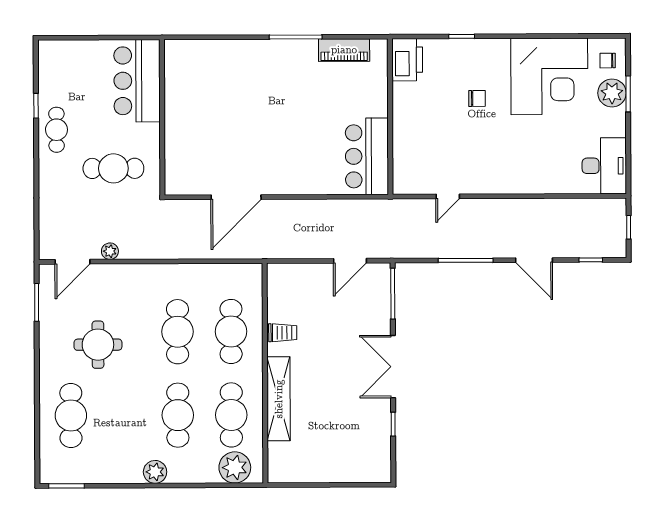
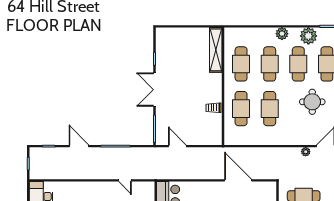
door: (448, 196) -> (125, 180), swing flipped
door: (236, 197) -> (238, 180), hinge flipped
door: (350, 261) -> (177, 146), hinge flipped
double door: (393, 367) -> (155, 90), swing flipped
shelving: (279, 399) -> (216, 50), moved
cafe table: (124, 415) -> (298, 64), added
plant: (235, 467) -> (308, 36), moved

